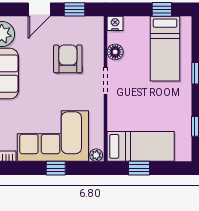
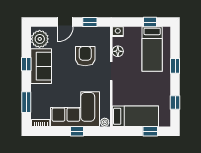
window: (139, 168) -> (150, 131), moved

